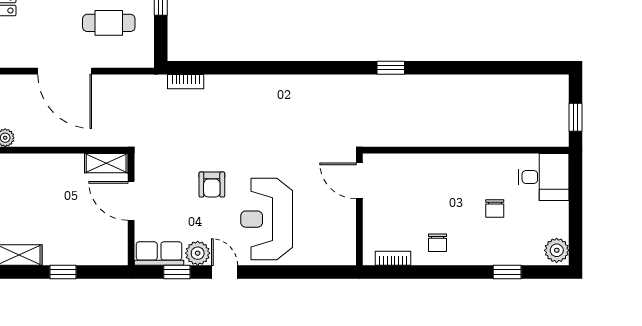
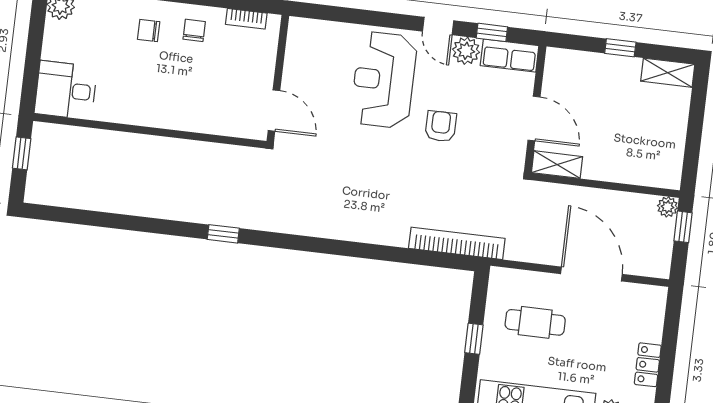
bookcase: (186, 82) -> (457, 243), width x2.31, depth x1.31
chair: (495, 209) -> (149, 31), moved, turned -90
reception desk: (267, 219) -> (384, 80), turned 180

